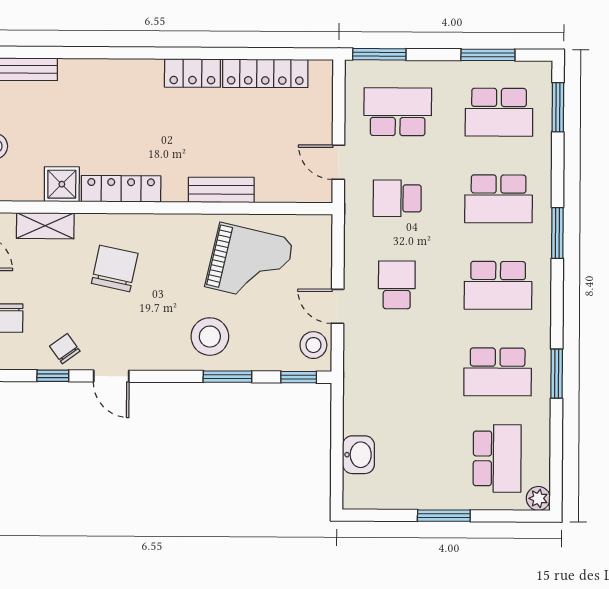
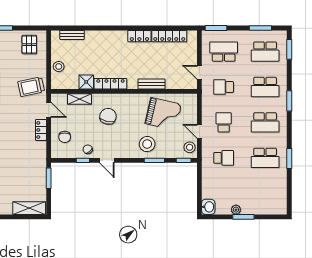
washbasin: (358, 455) -> (208, 207), moved
school desk: (497, 458) -> (224, 158), moved, width x0.54
plant: (538, 498) -> (236, 210), moved

